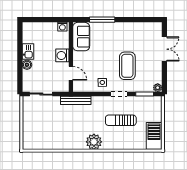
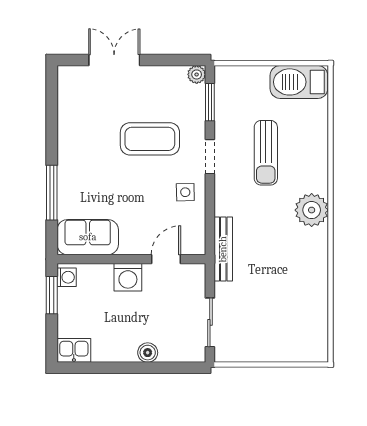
window: (54, 20) -> (52, 295), added
kitchen sink: (28, 51) -> (74, 350), moved

